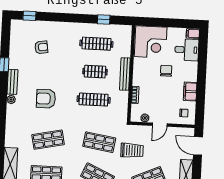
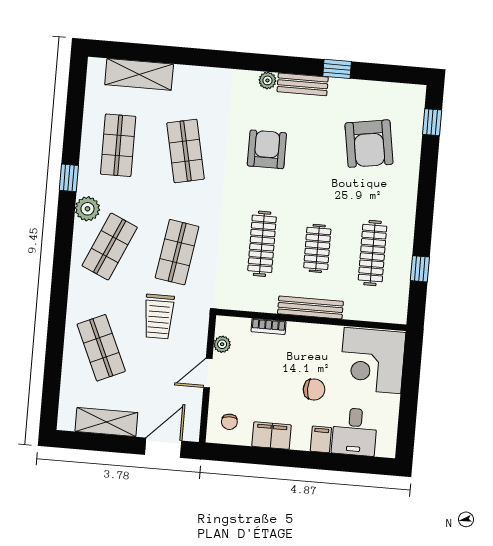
filing cabinet: (193, 33) -> (321, 439), moved
armchair: (41, 47) -> (369, 144), width x1.88, depth x1.88
door: (160, 125) -> (208, 373), hinge flipped

